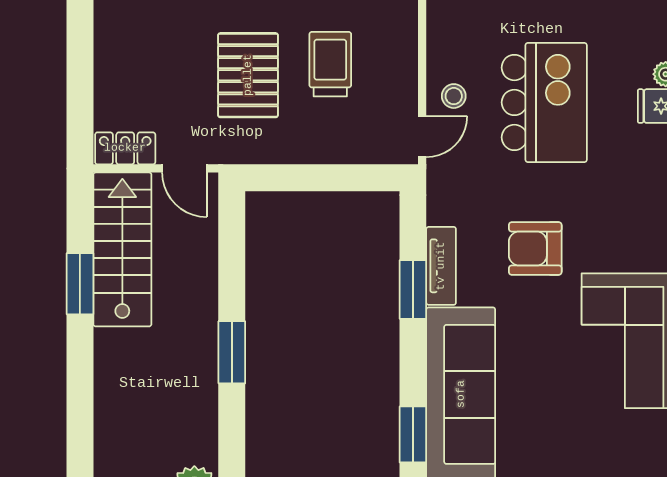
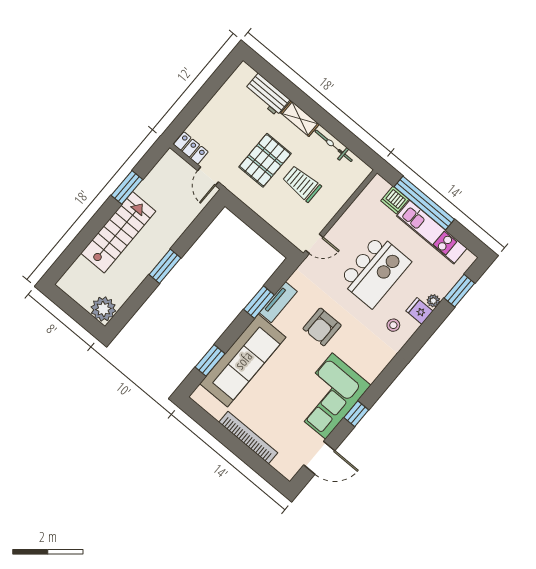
trolley: (330, 64) -> (302, 184), turned -90
stool: (454, 96) -> (393, 325), moved
stairs: (122, 249) -> (118, 232), moved
armchair: (535, 249) -> (322, 327), turned -90

